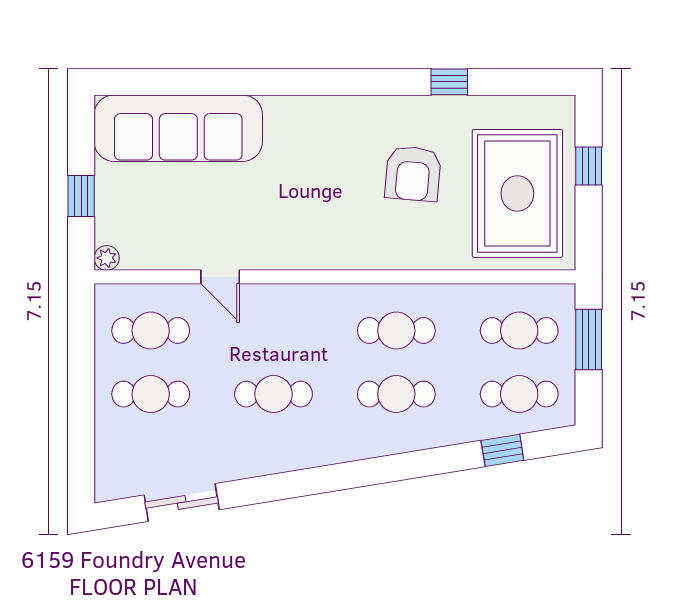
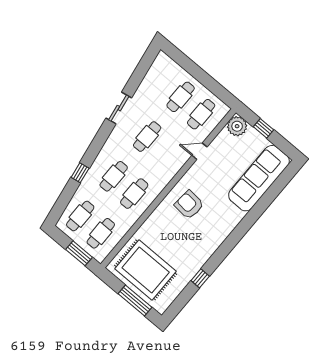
window: (589, 166) -> (135, 301), width x2.17
armchair: (413, 174) -> (189, 205), moved
plant: (107, 258) -> (237, 126), width x1.88, depth x1.88
window: (502, 450) -> (80, 173), moved
sliding door: (182, 502) -> (119, 108), moved

